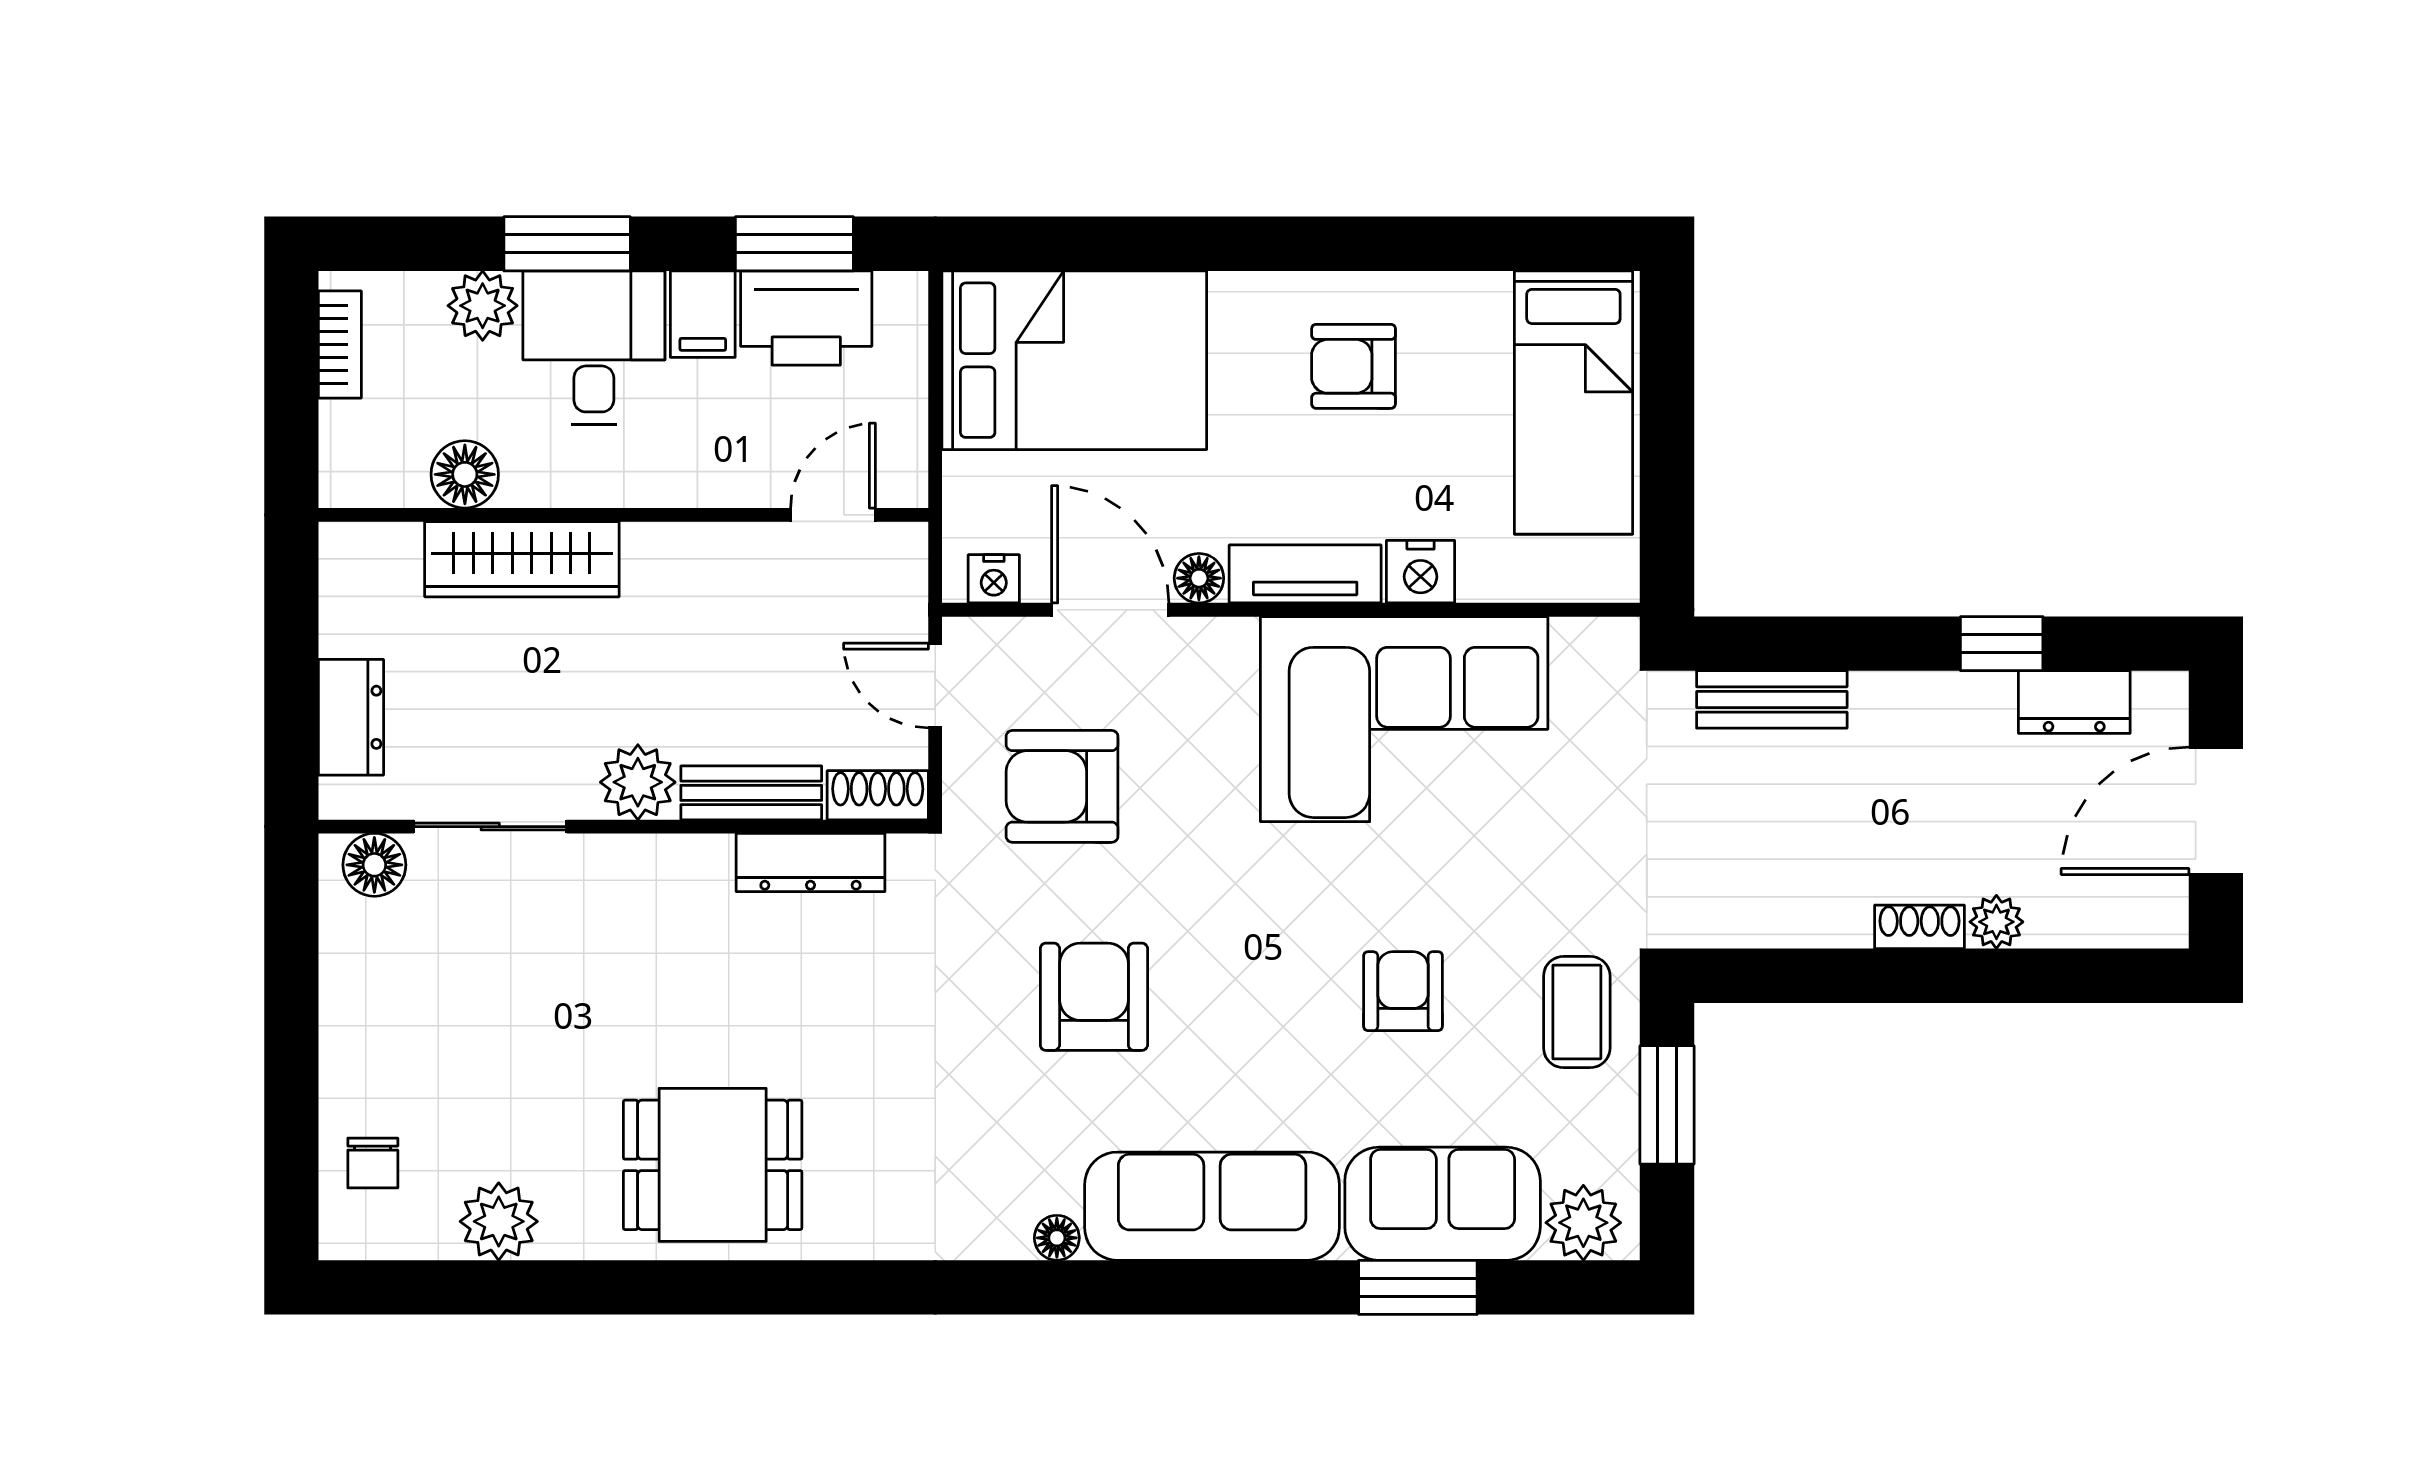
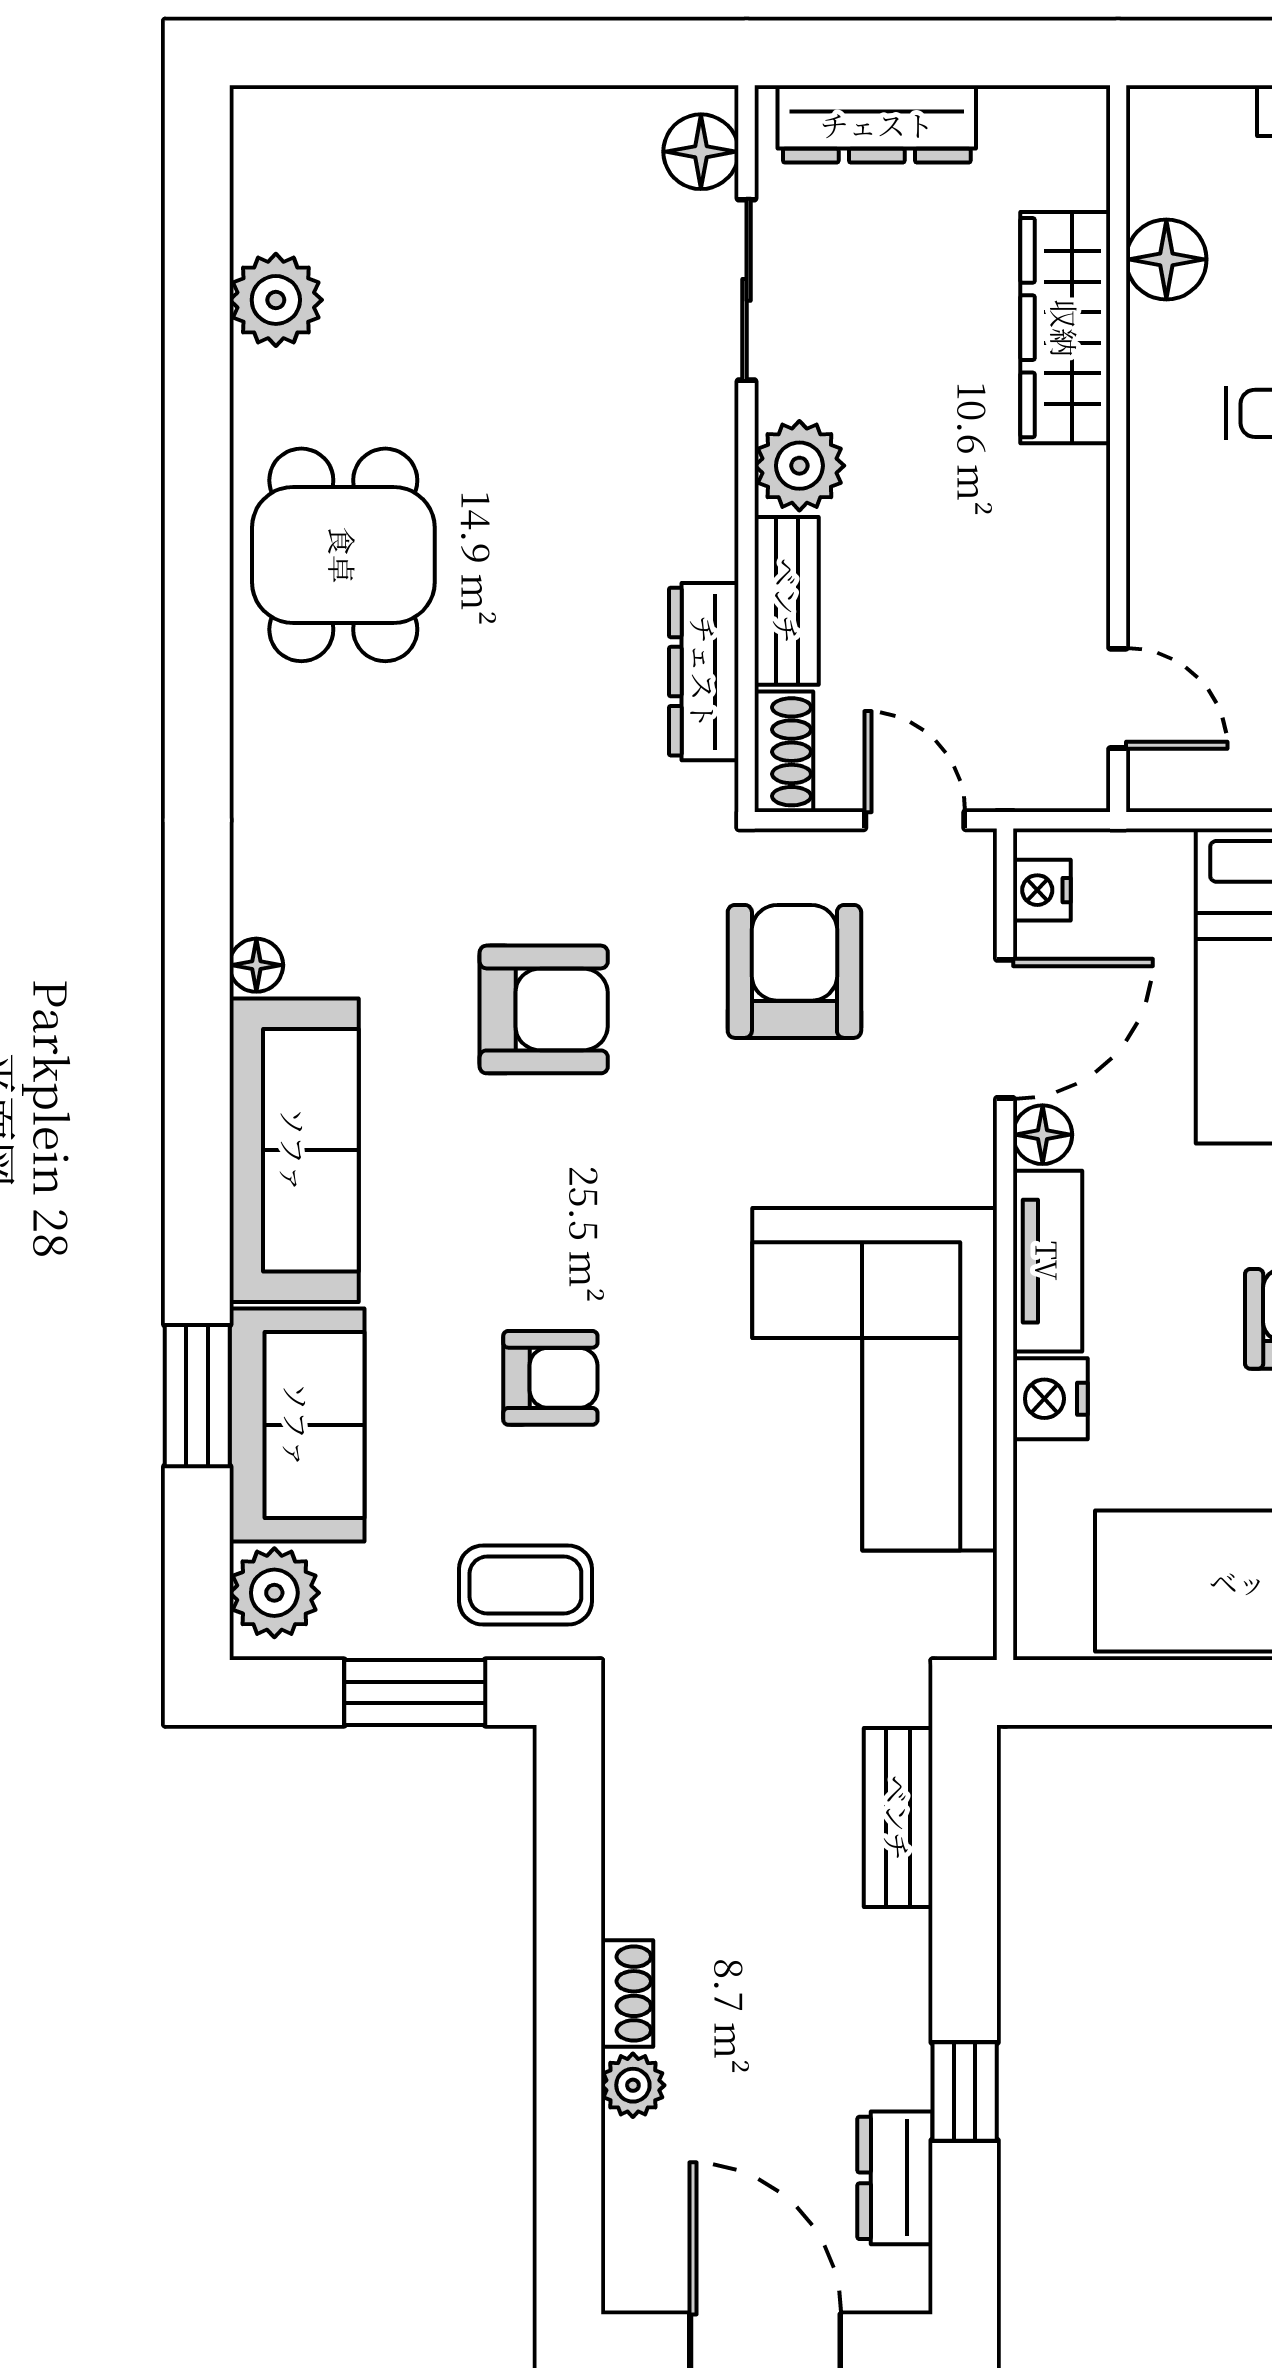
door: (935, 685) -> (915, 820), hinge flipped
dresser: (351, 717) -> (877, 124), width x1.44
chair: (373, 1163) -> (346, 150), removed

